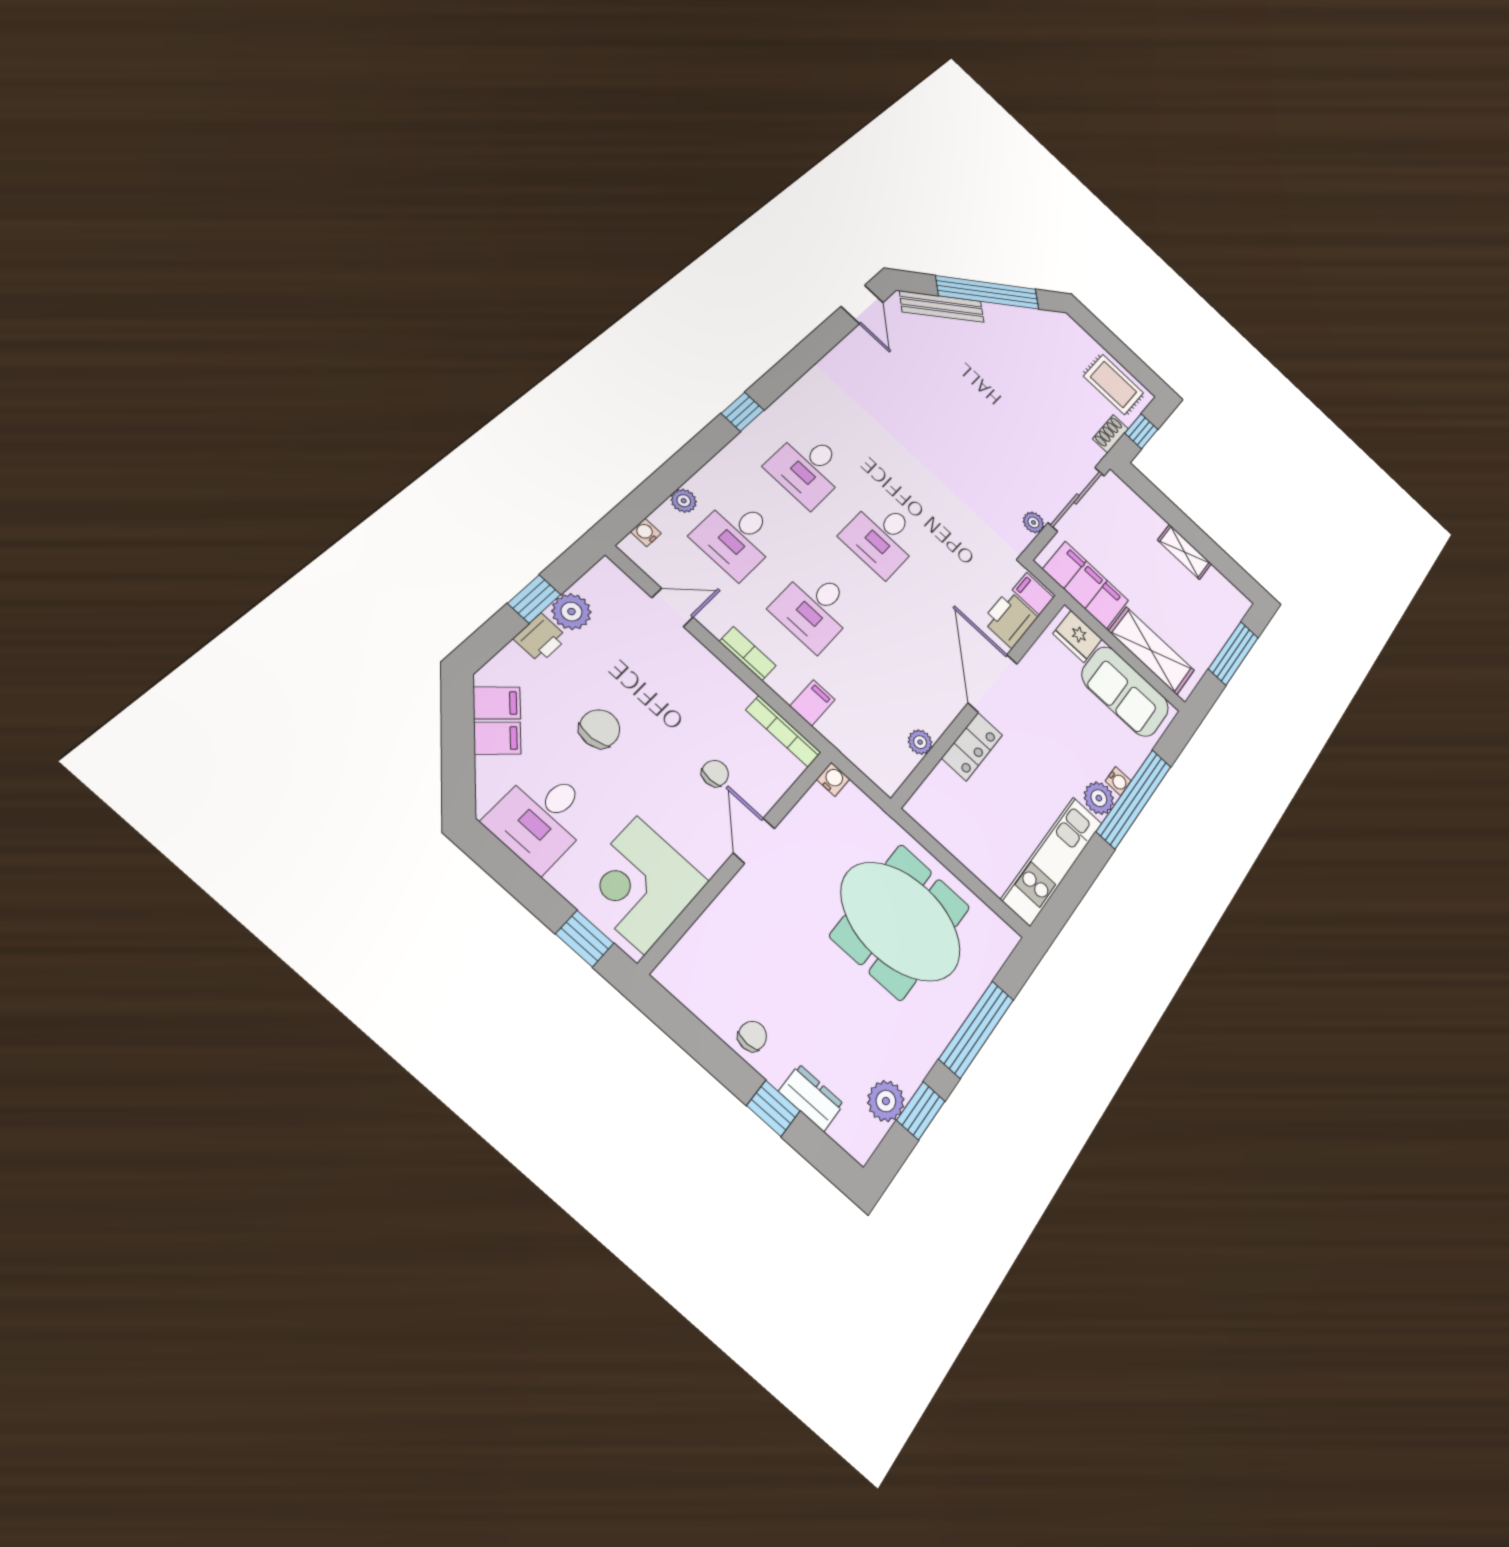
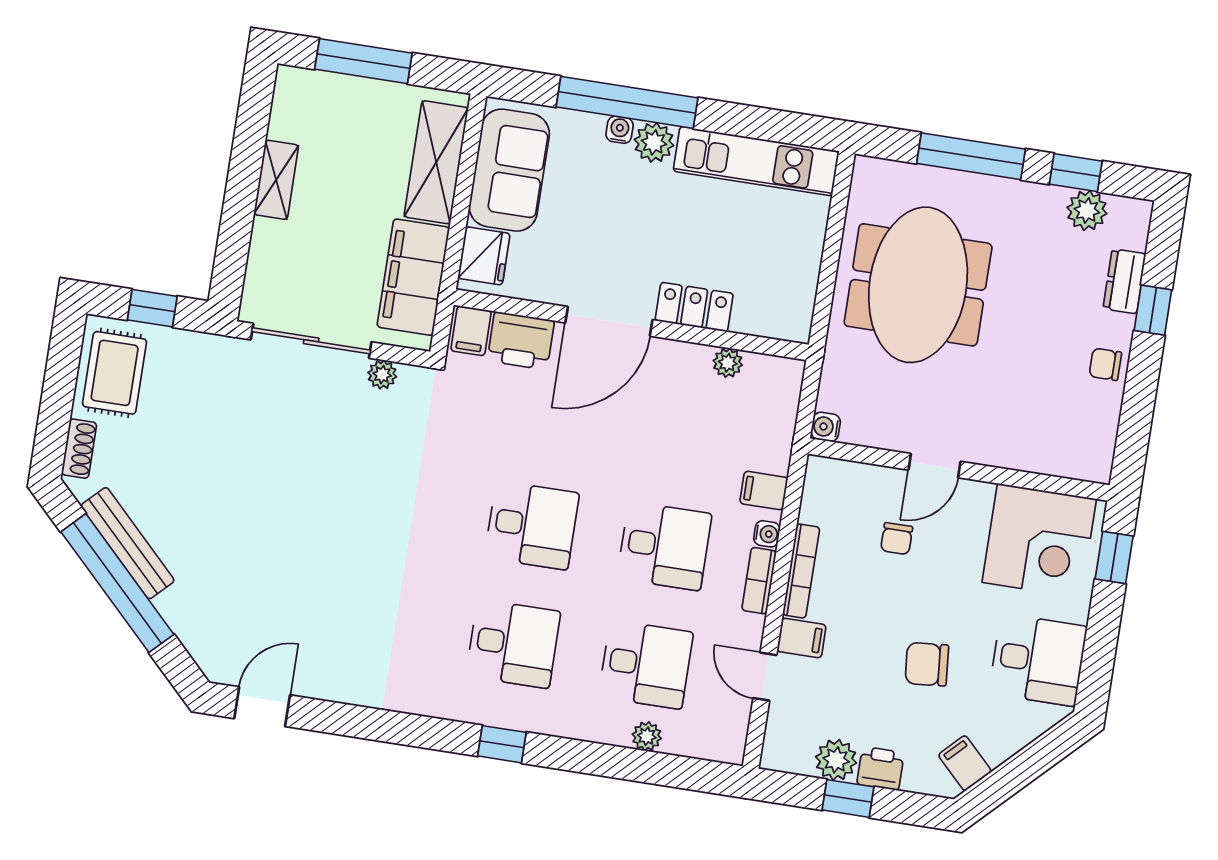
bench: (942, 307) -> (128, 543), moved
shoe rack: (1111, 434) -> (79, 449), moved, turned -90
water cooler: (646, 533) -> (767, 534), moved, turned -90
bookcase: (783, 731) -> (801, 571), moved
filing cabinet: (497, 738) -> (801, 638), moved, turned 135
chair: (715, 773) -> (897, 539), turned -90

